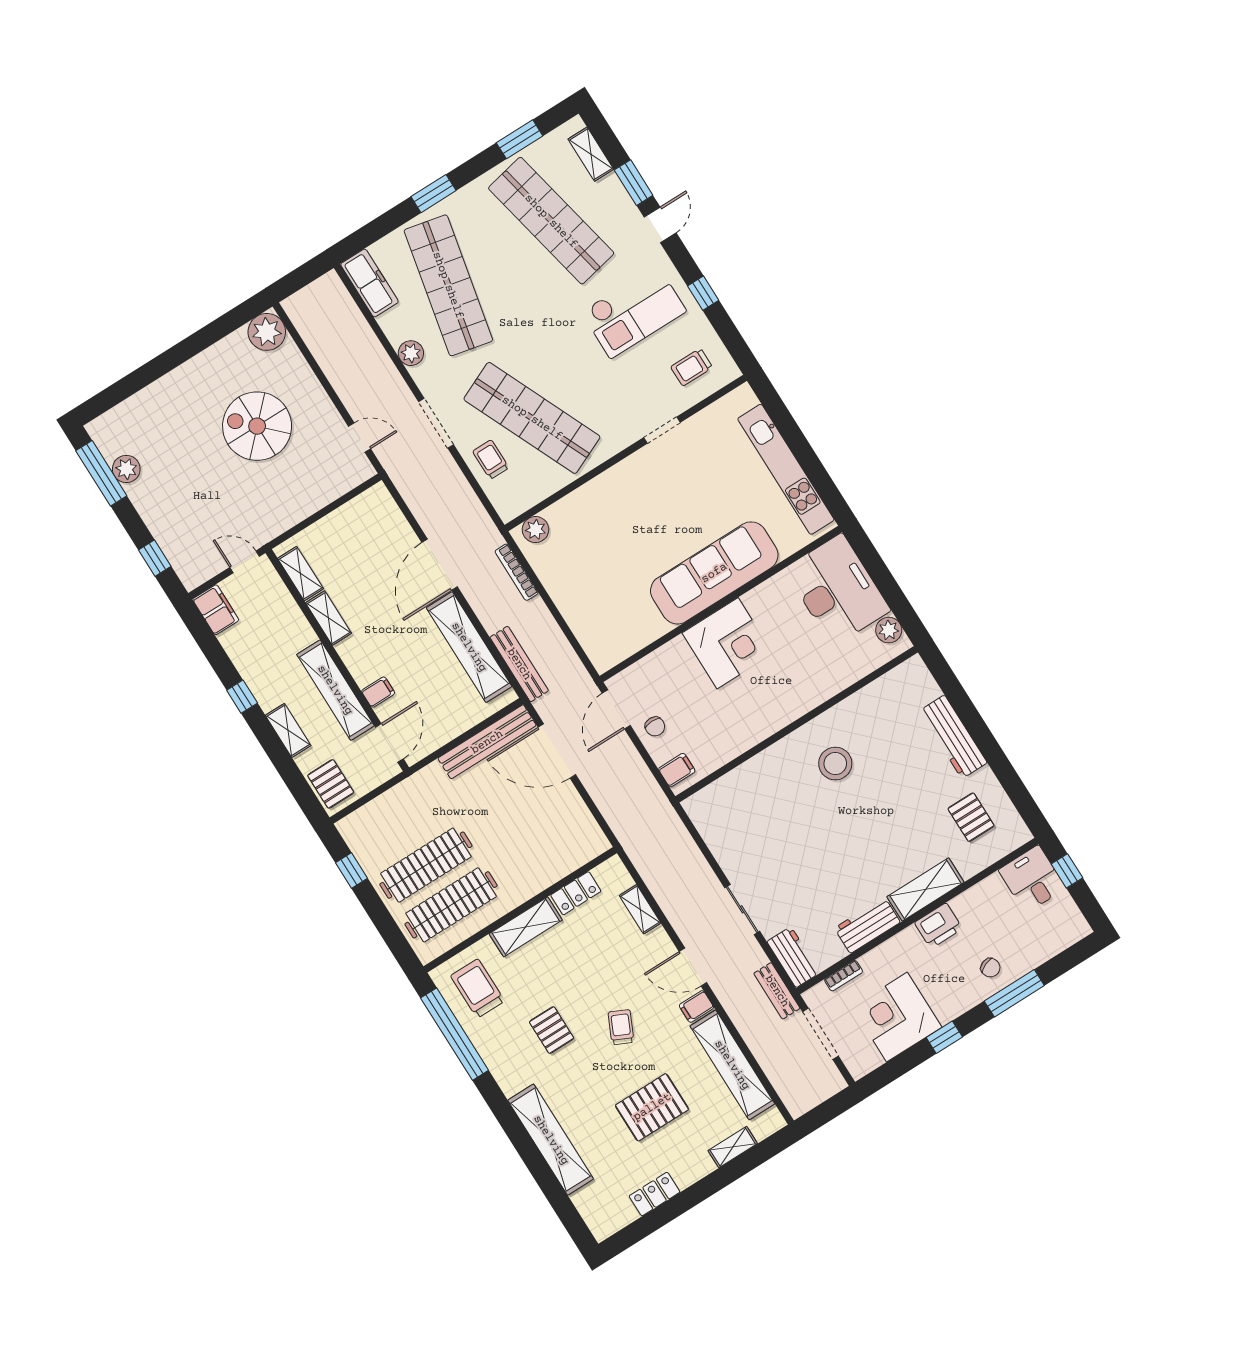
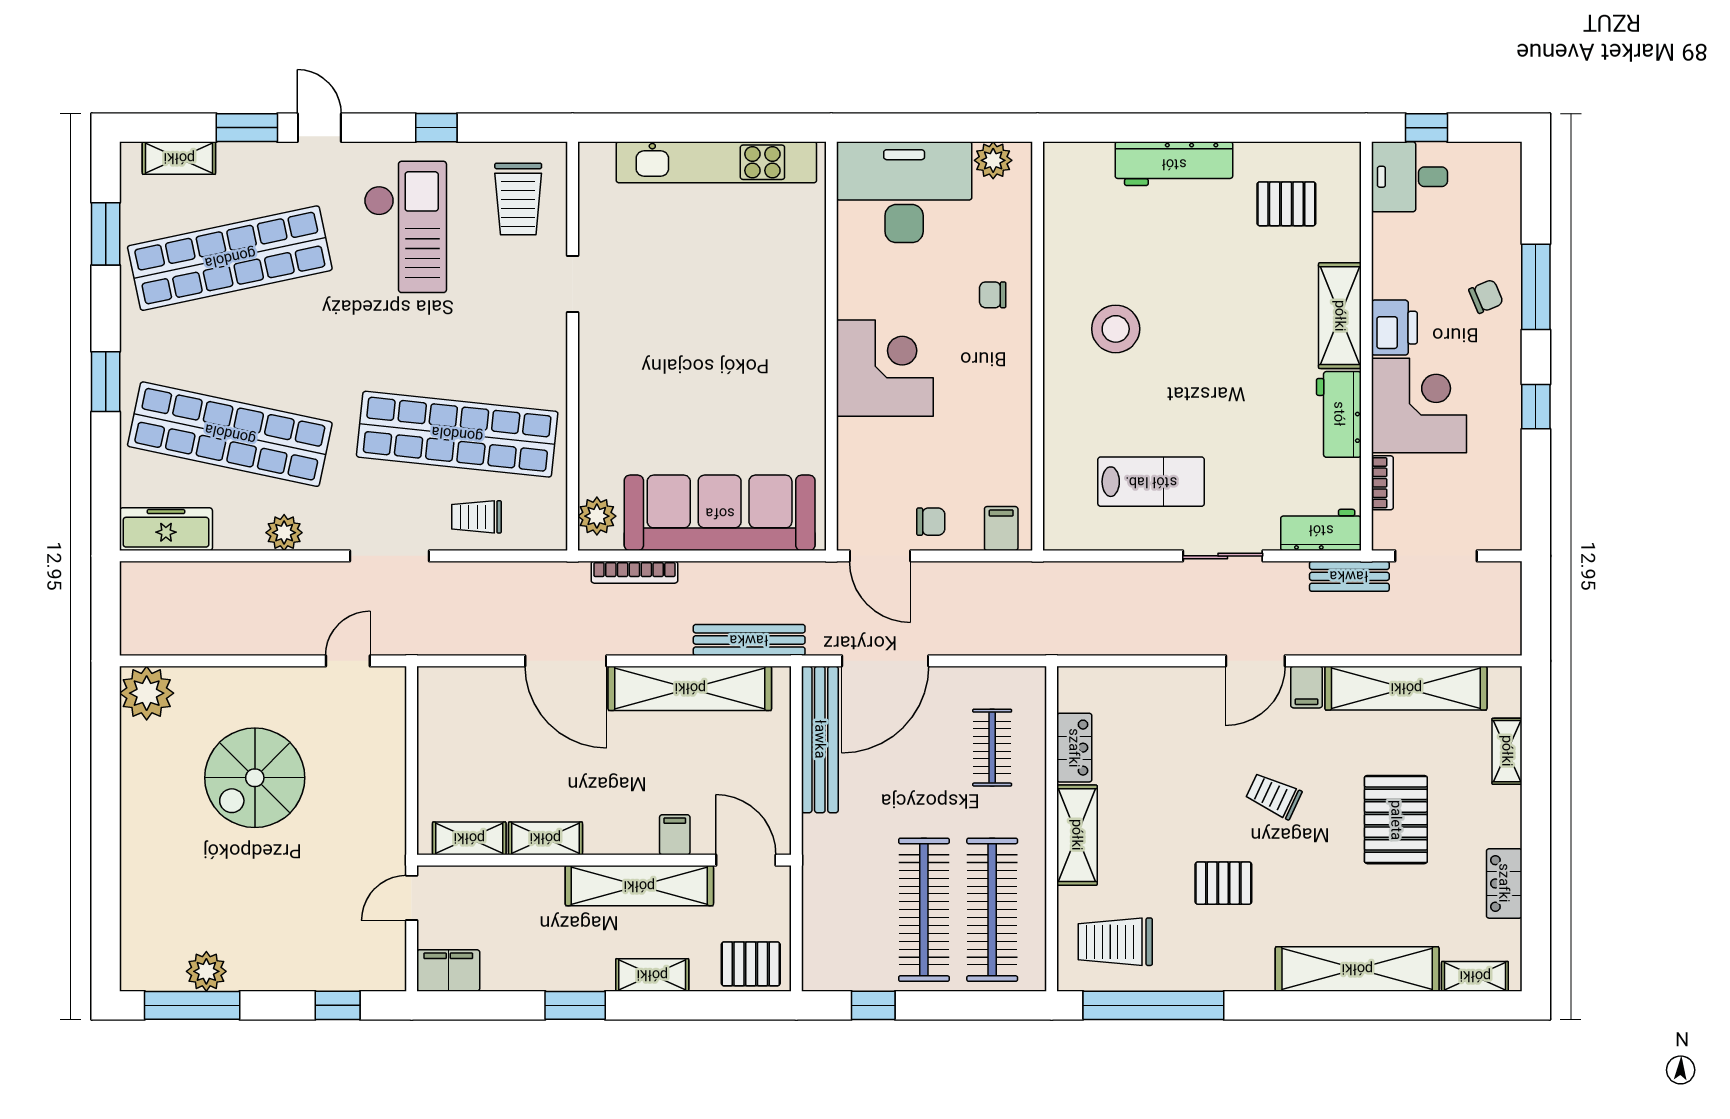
trolley: (692, 367) -> (518, 199), width x1.36, depth x1.39
shop shelf: (532, 418) -> (457, 434), turned 30
sofa: (714, 573) -> (720, 513), moved, turned 90
chair: (810, 679) -> (993, 295), added
window: (242, 697) -> (575, 1005), width x1.50
lab bench: (759, 840) -> (1151, 482), added
clothes rail: (546, 845) -> (992, 748), added
shelving: (640, 909) -> (1475, 976), moved
corner desk: (897, 1017) -> (1419, 405), moved, turned 180

